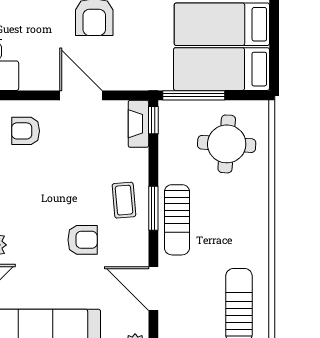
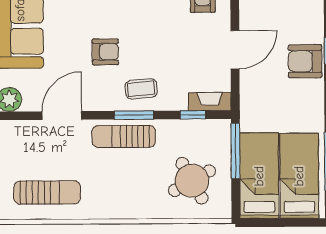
window: (153, 120) -> (193, 115), moved
round table: (227, 144) -> (192, 181), turned -33
armchair: (83, 240) -> (105, 52), turned -90

